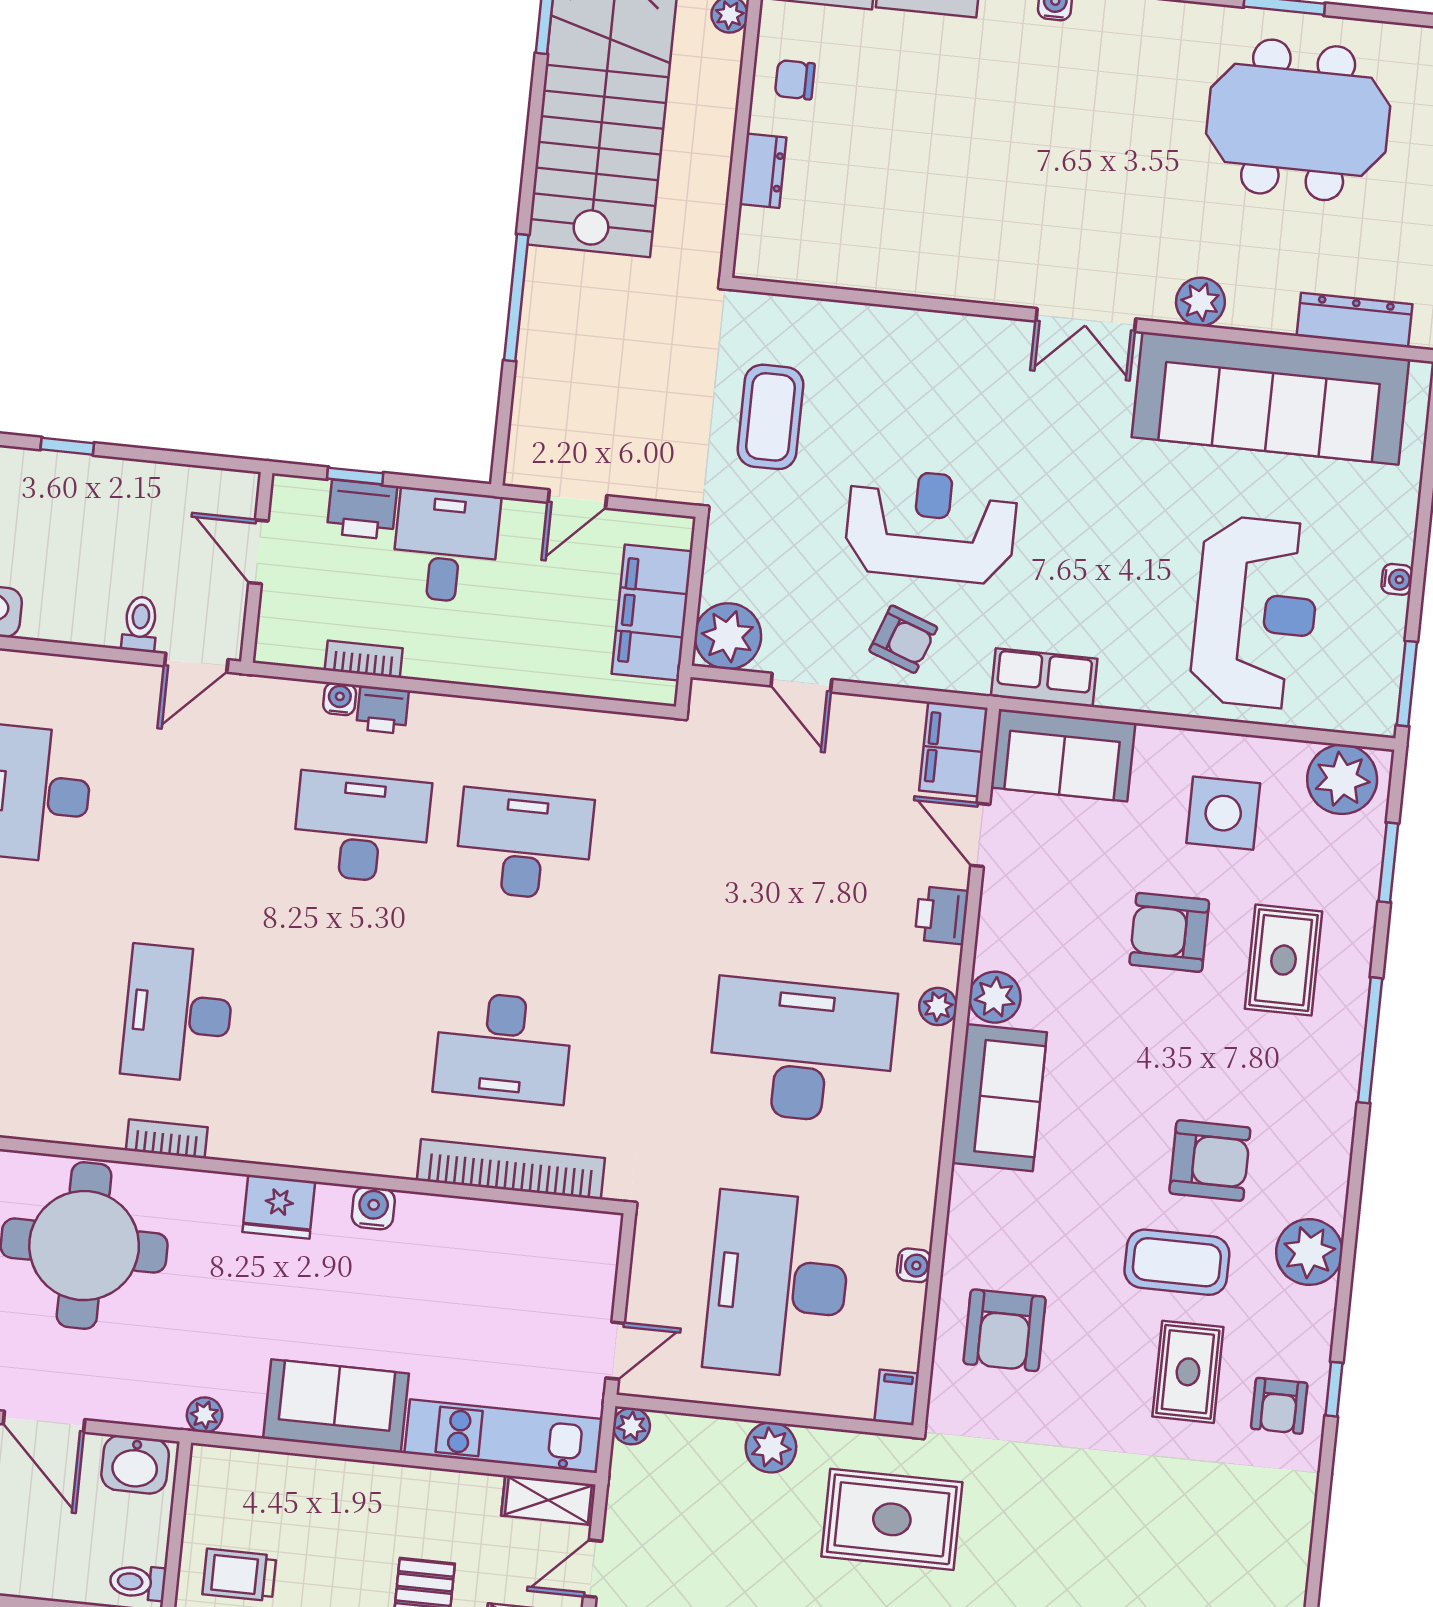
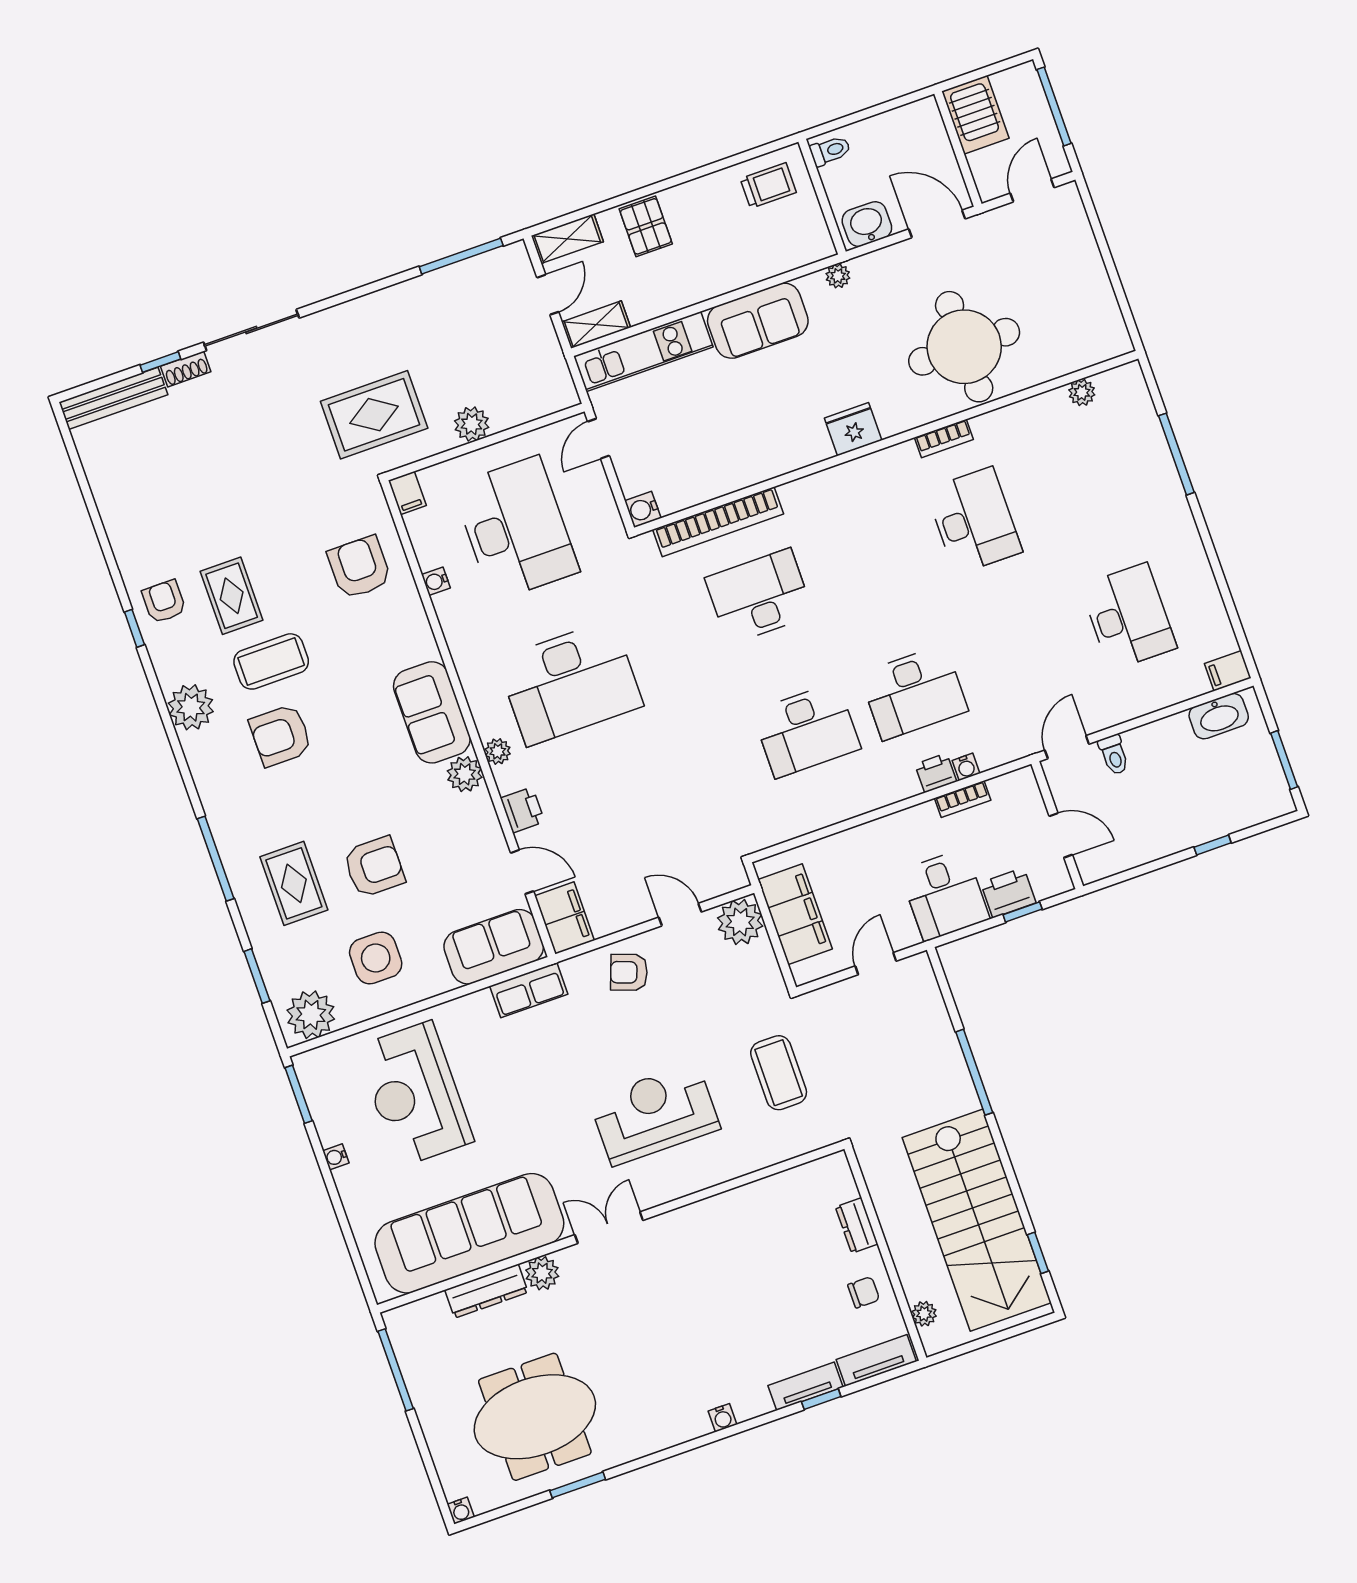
dresser: (1355, 320) -> (486, 1291), moved
reception desk: (931, 526) -> (655, 1114), moved, turned 180
water cooler: (373, 1208) -> (643, 509), moved, turned 90
plant: (631, 1426) -> (566, 396), removed

